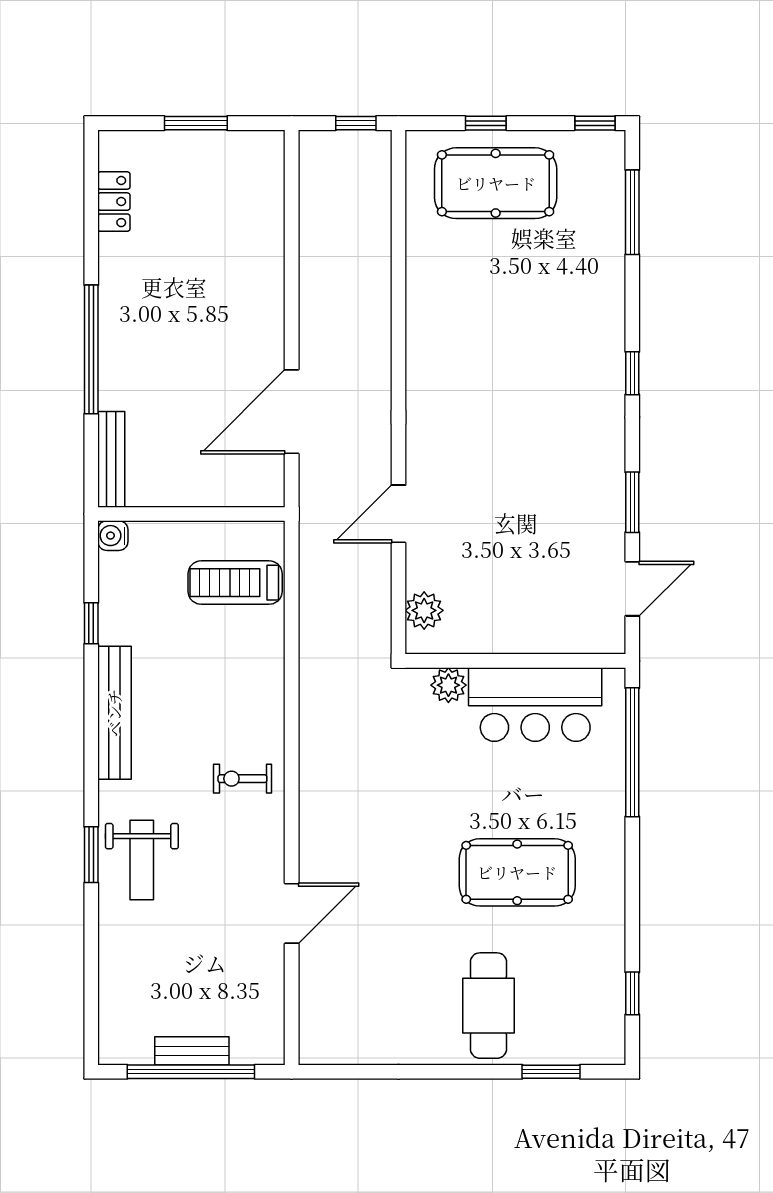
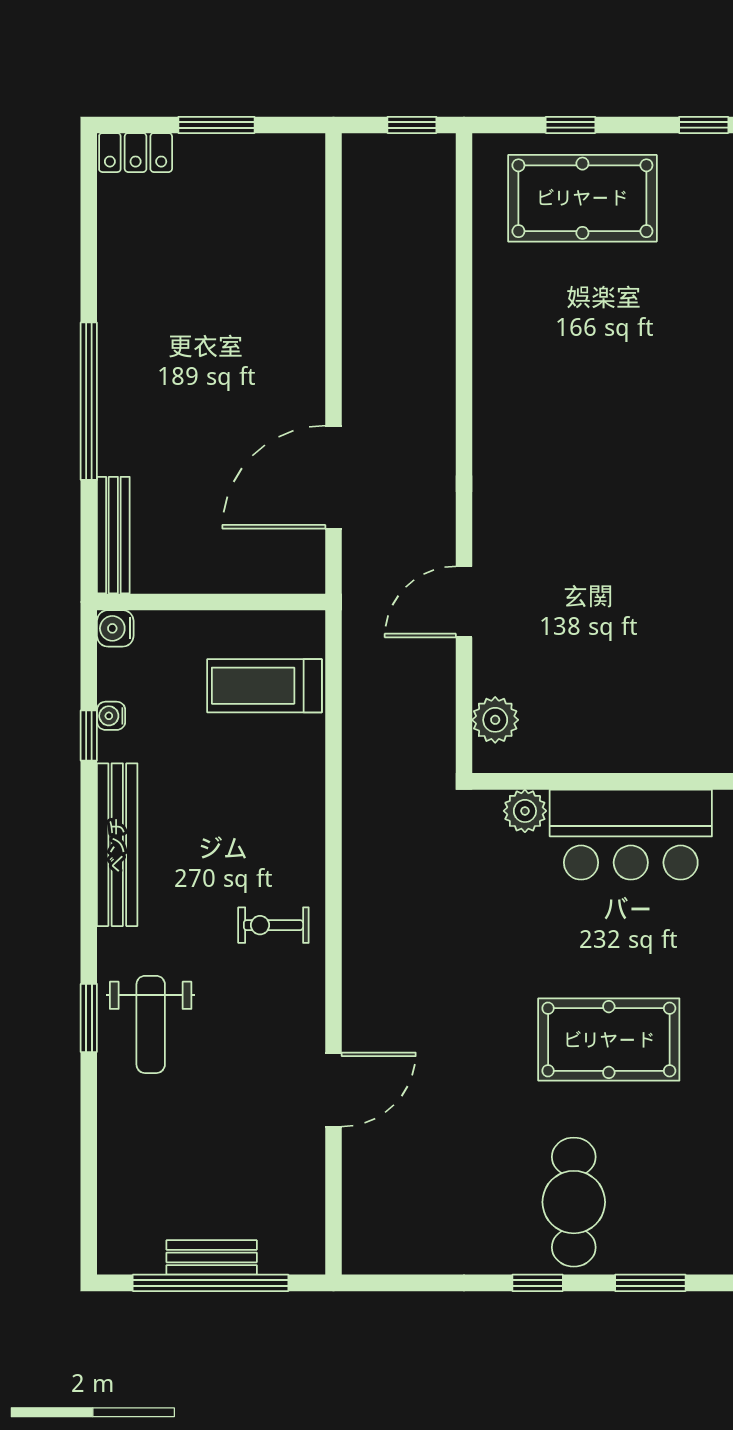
locker: (114, 202) -> (136, 153), moved, turned 90
water cooler: (109, 607) -> (111, 716), added
window: (459, 1072) -> (538, 1283), added

